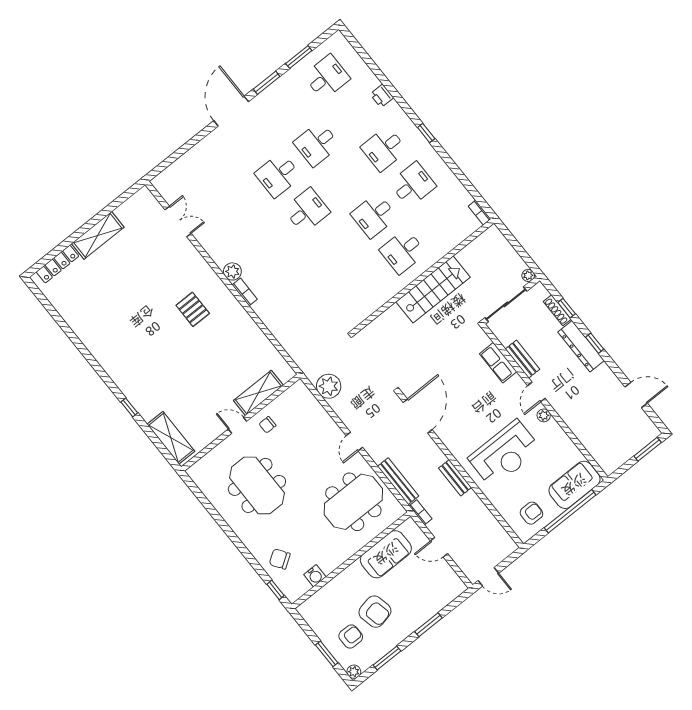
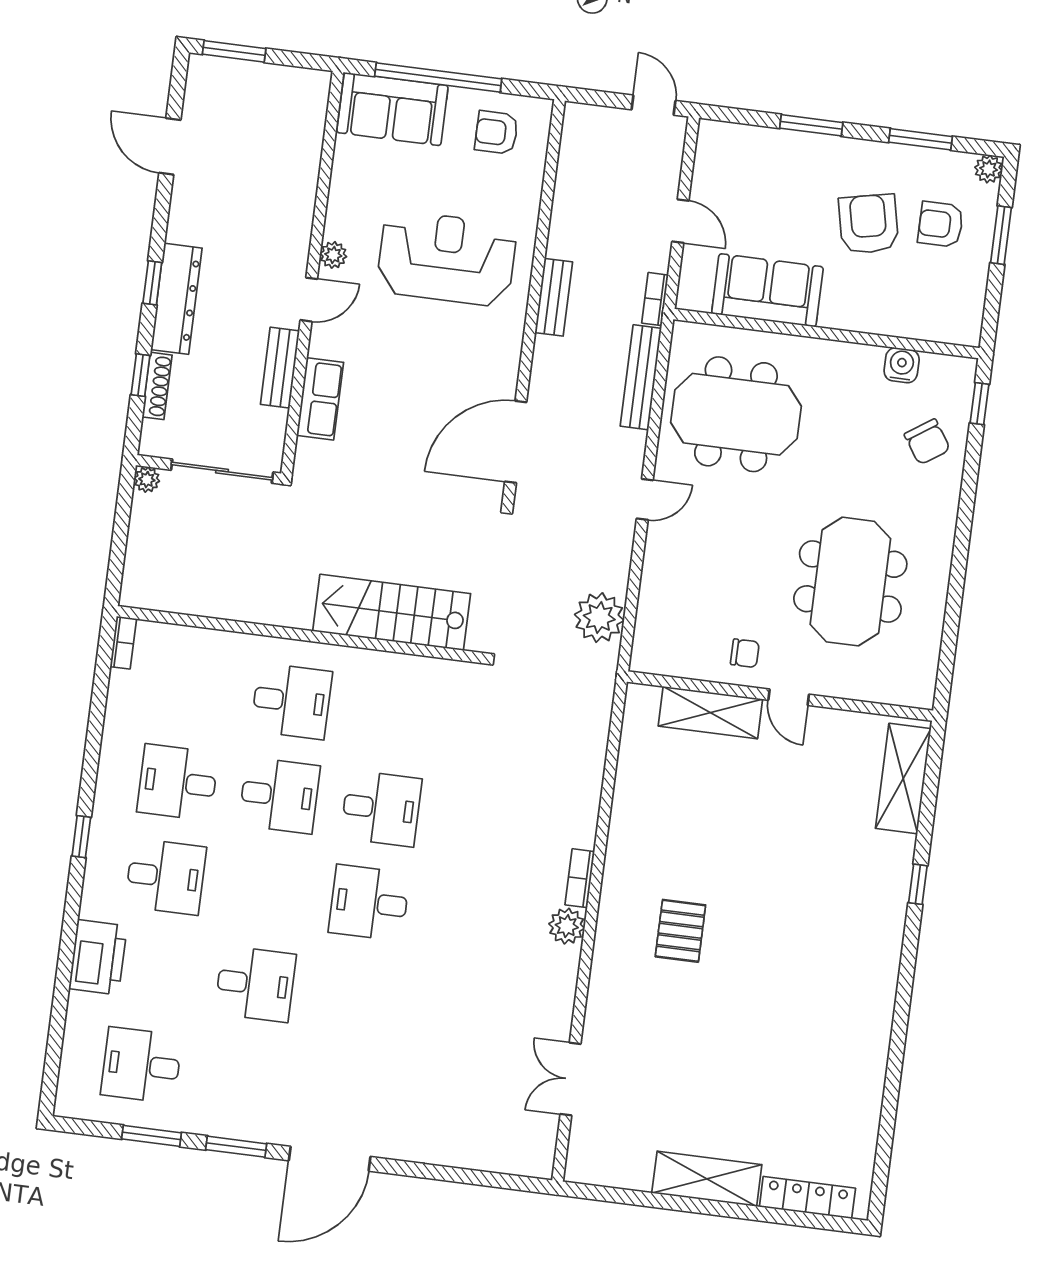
printer: (382, 96) -> (98, 957), width x1.87, depth x1.48
desk: (278, 175) -> (381, 808), moved
stairs: (433, 289) -> (392, 612), moved

